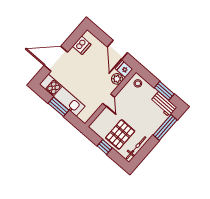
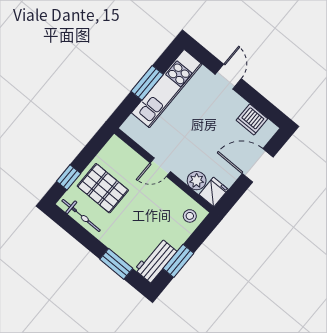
door: (117, 50) -> (258, 165), moved
door: (56, 59) -> (228, 77), width x0.53
window: (165, 128) -> (116, 264), width x0.69
window: (105, 147) -> (69, 177), moved

